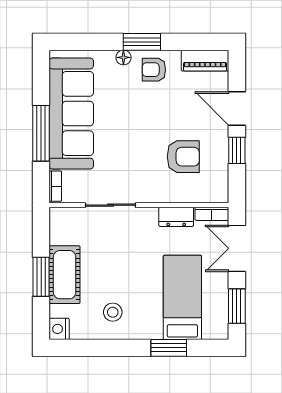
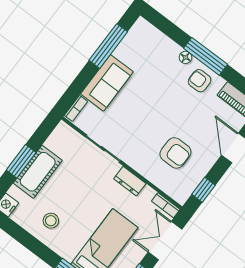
window: (142, 42) -> (206, 56), width x1.44
sofa: (71, 114) -> (107, 83), width x0.54, depth x0.79
window: (41, 133) -> (108, 46), moved
window: (237, 150) -> (203, 190), moved
dresser: (176, 217) -> (130, 181), moved

